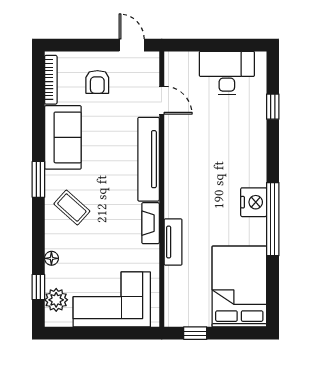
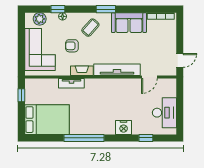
armchair: (97, 82) -> (72, 46), moved
nightstand: (254, 202) -> (124, 127), moved
window: (38, 287) -> (58, 9), moved

